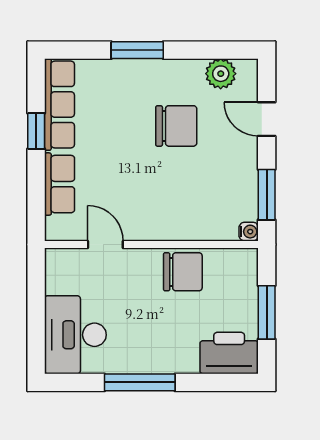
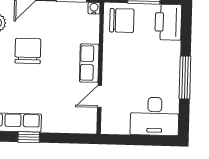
row of seats: (59, 184) -> (89, 63), moved, turned -90
chair: (183, 272) -> (122, 20), moved, turned 90

